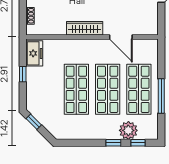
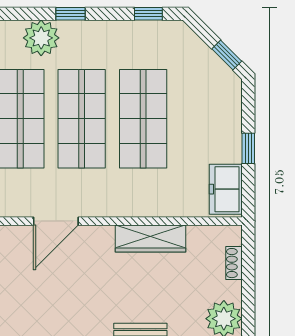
wardrobe: (85, 28) -> (151, 239), moved
door: (121, 37) -> (56, 221), swing flipped
window: (138, 143) -> (148, 14), moved

